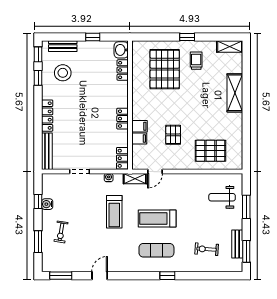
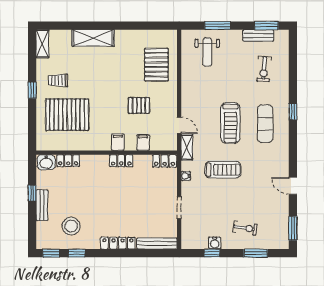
bench: (63, 46) -> (42, 205), moved
filing cabinet: (139, 126) -> (118, 142), moved

